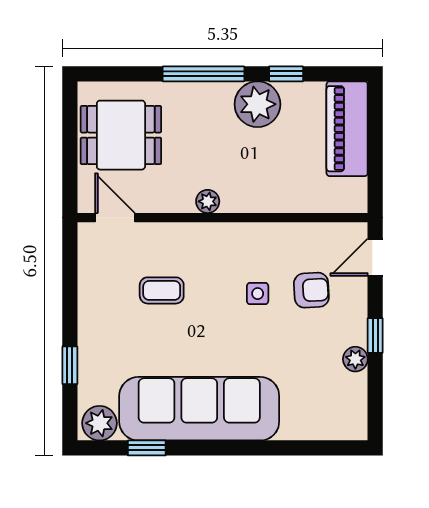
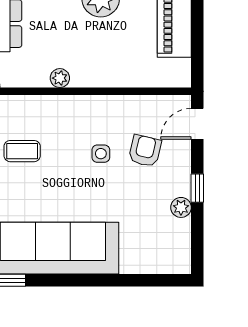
armchair: (311, 290) -> (145, 151), turned -74

